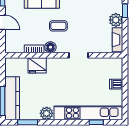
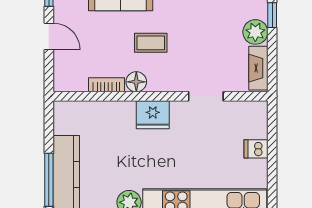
doorway: (79, 55) -> (206, 96), moved
fridge: (37, 65) -> (153, 115), moved

